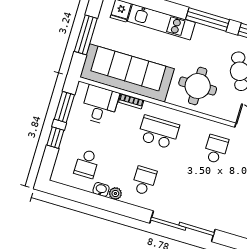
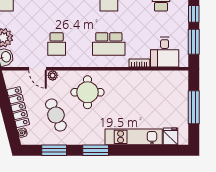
window: (208, 20) -> (96, 150), width x0.69
sofa: (127, 73) -> (150, 86), removed
plant: (230, 116) -> (53, 75), added

